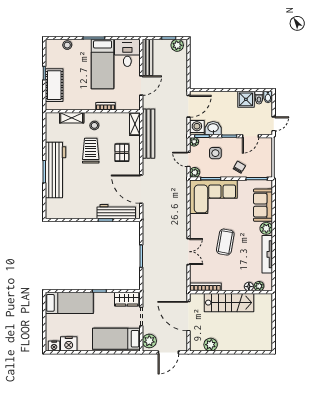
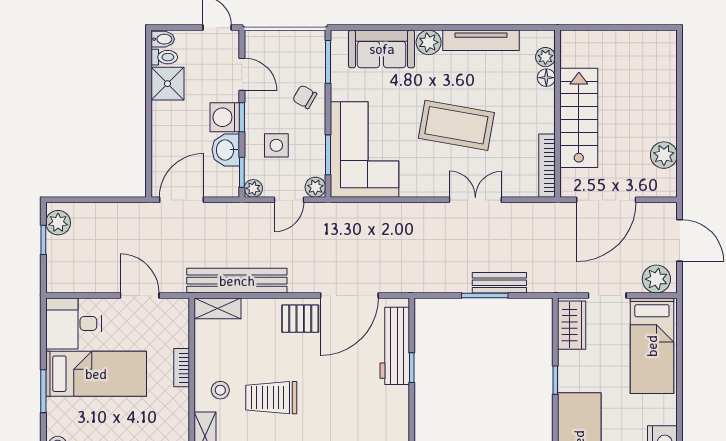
bench: (147, 57) -> (499, 283), moved, width x0.73
door: (188, 106) -> (182, 200), hinge flipped
washing machine: (197, 128) -> (225, 117), moved
pallet: (122, 153) -> (300, 319), moved
coffee table: (225, 242) -> (456, 125), width x1.36, depth x1.32

